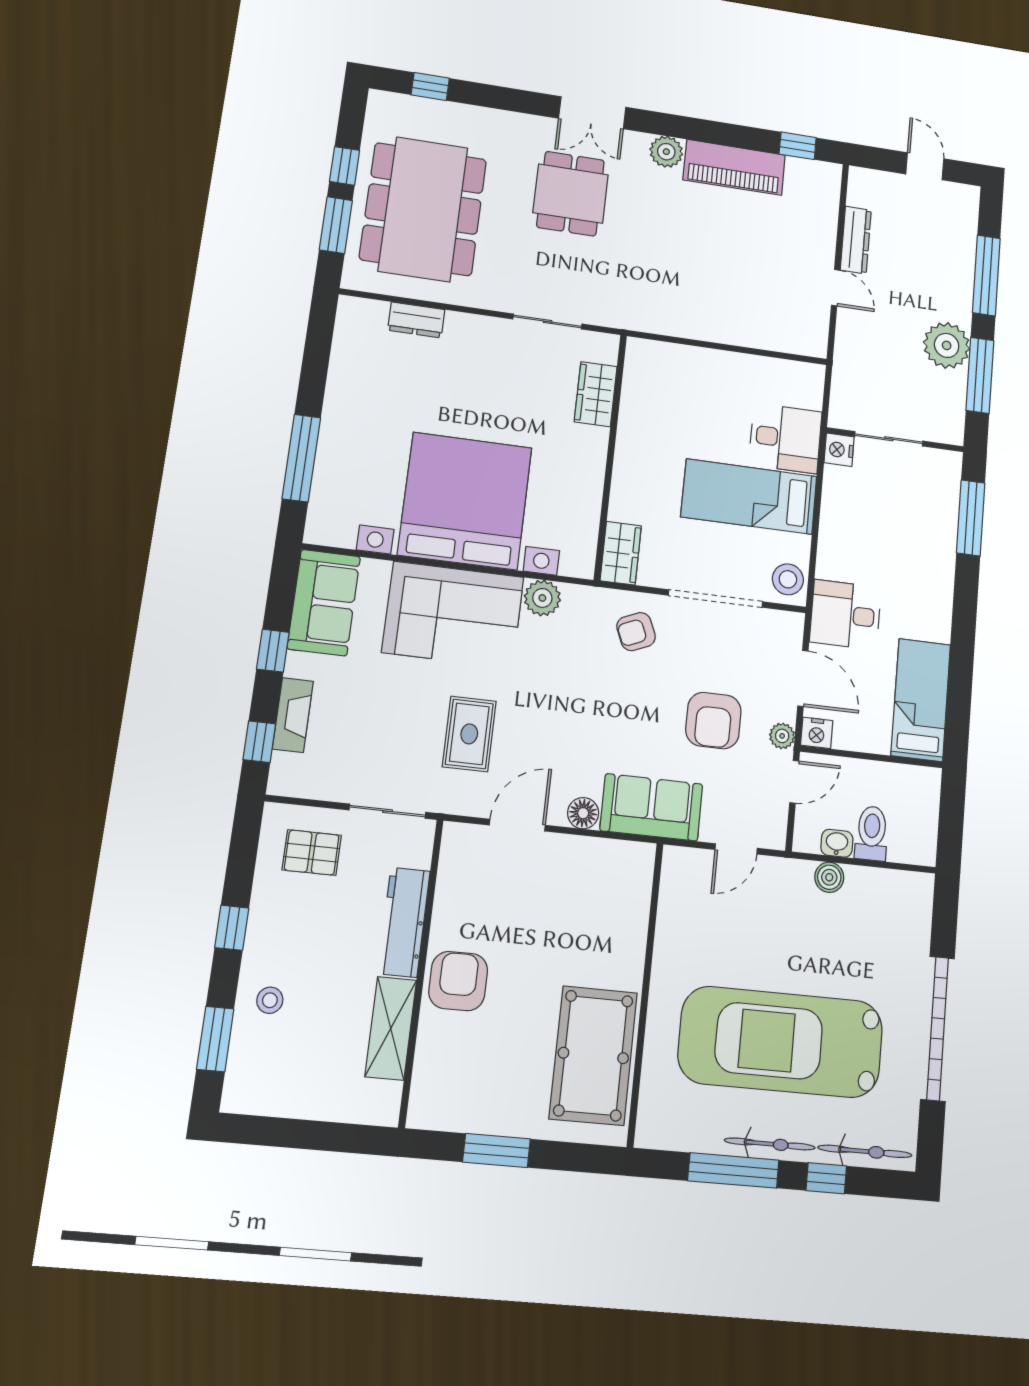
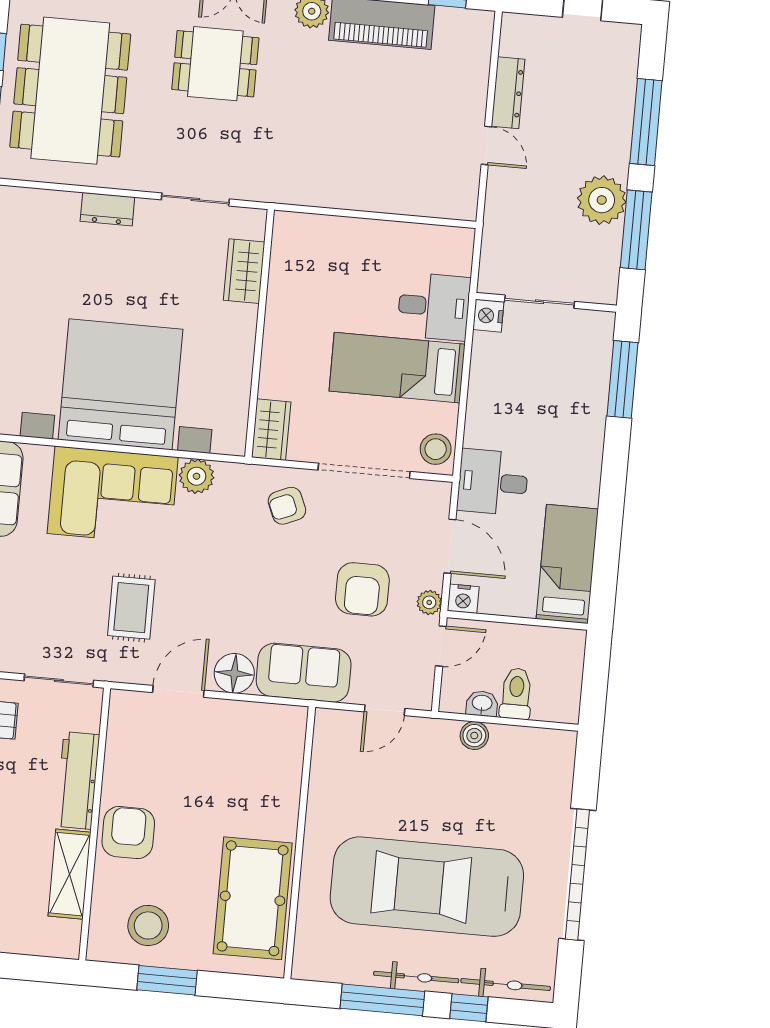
dining table: (571, 194) -> (215, 64), turned 90
dresser: (416, 320) -> (107, 209), moved
floor lamp: (583, 813) -> (234, 673), width x1.38, depth x1.38
stool: (477, 1087) -> (148, 925), added

